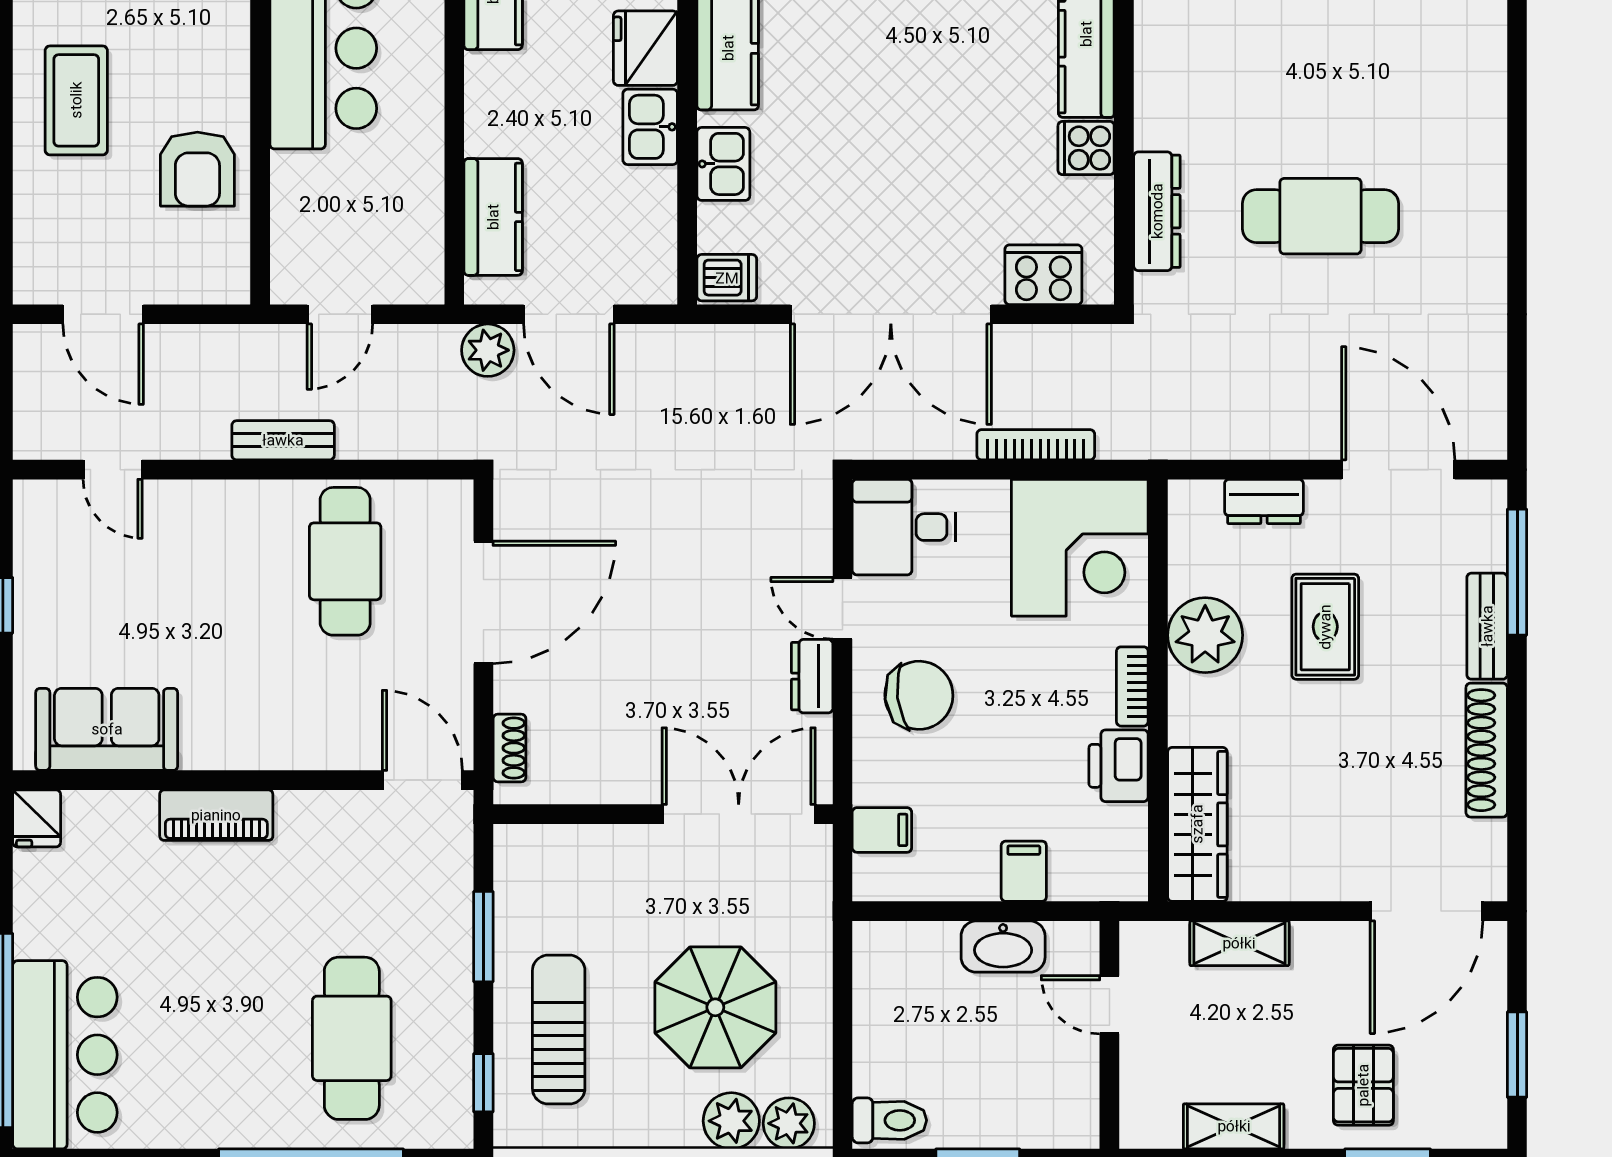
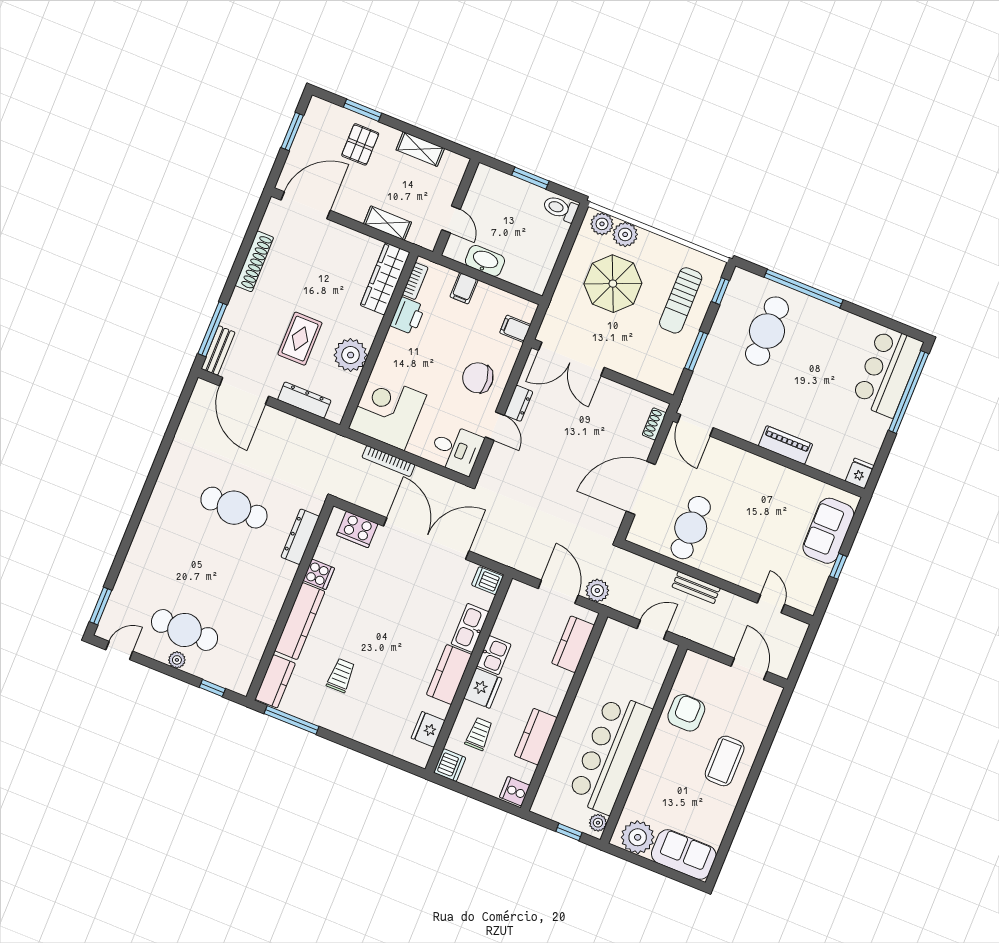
kitchen sink: (723, 164) -> (470, 628), width x1.38
dresser: (1264, 501) -> (304, 400), width x1.44
bench: (1487, 626) -> (218, 350), moved
bookcase: (1132, 686) -> (415, 281), moved
sofa: (107, 729) -> (828, 531), moved, turned 90

